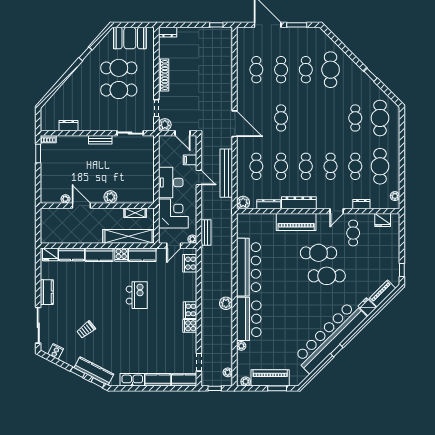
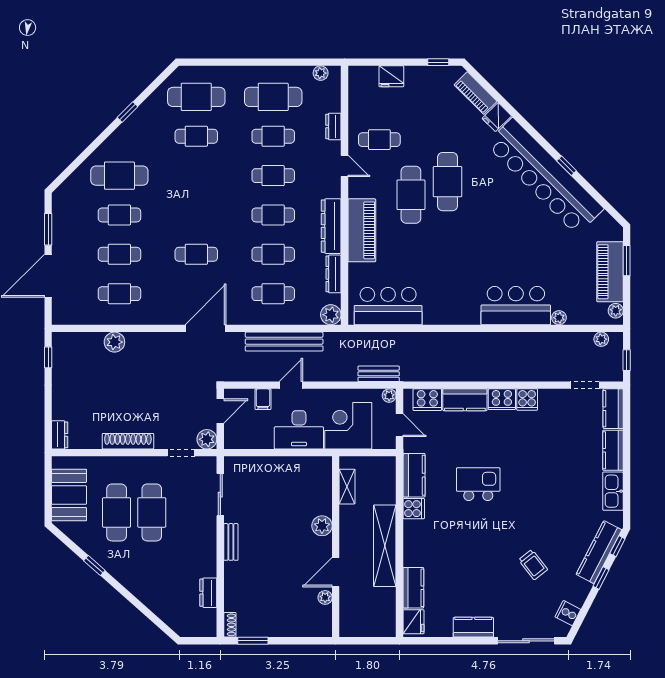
fridge: (383, 220) -> (391, 76), moved, turned 90
shelving: (128, 236) -> (385, 546), moved
kitchen counter: (99, 255) -> (465, 400), moved, turned 90
bar counter: (249, 267) -> (388, 306), moved, width x0.73
plant: (226, 303) -> (114, 342), moved

